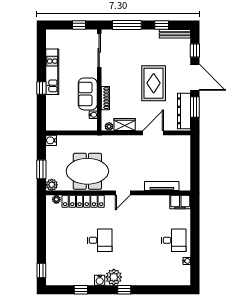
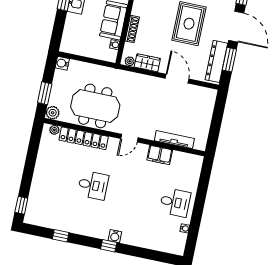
door: (153, 133) -> (177, 79), hinge flipped
filing cabinet: (180, 202) -> (160, 155), moved
plant: (114, 277) -> (100, 229), removed
water cooler: (100, 280) -> (115, 236), moved

